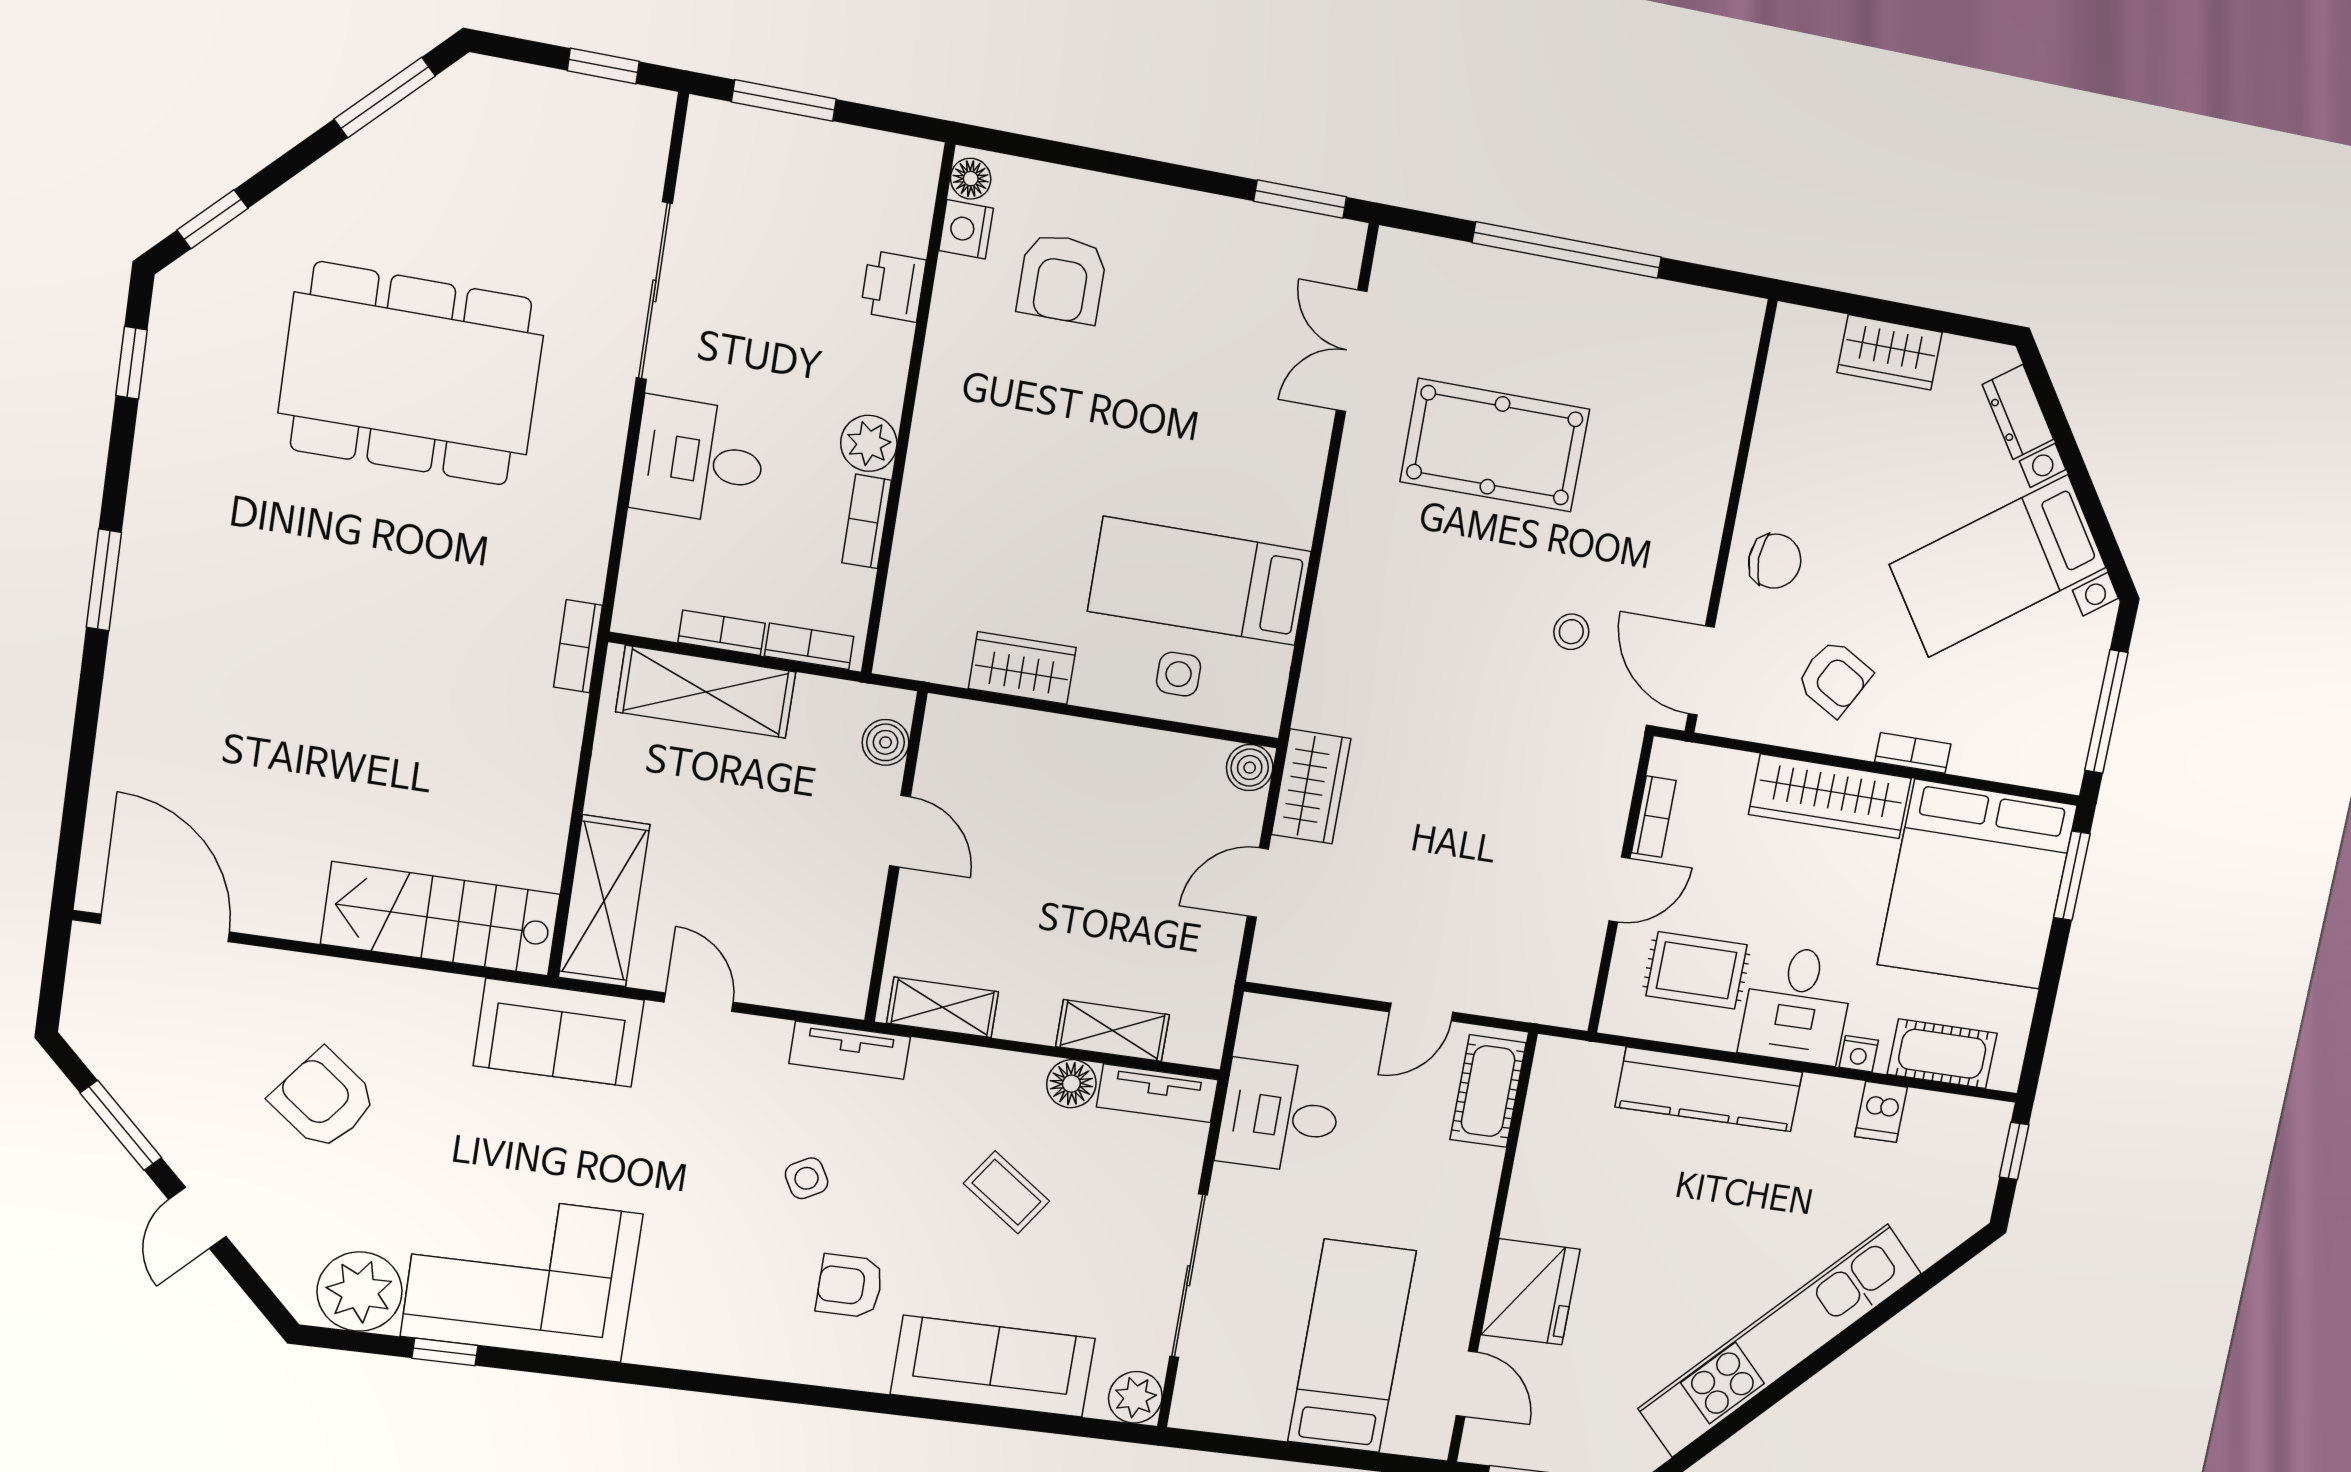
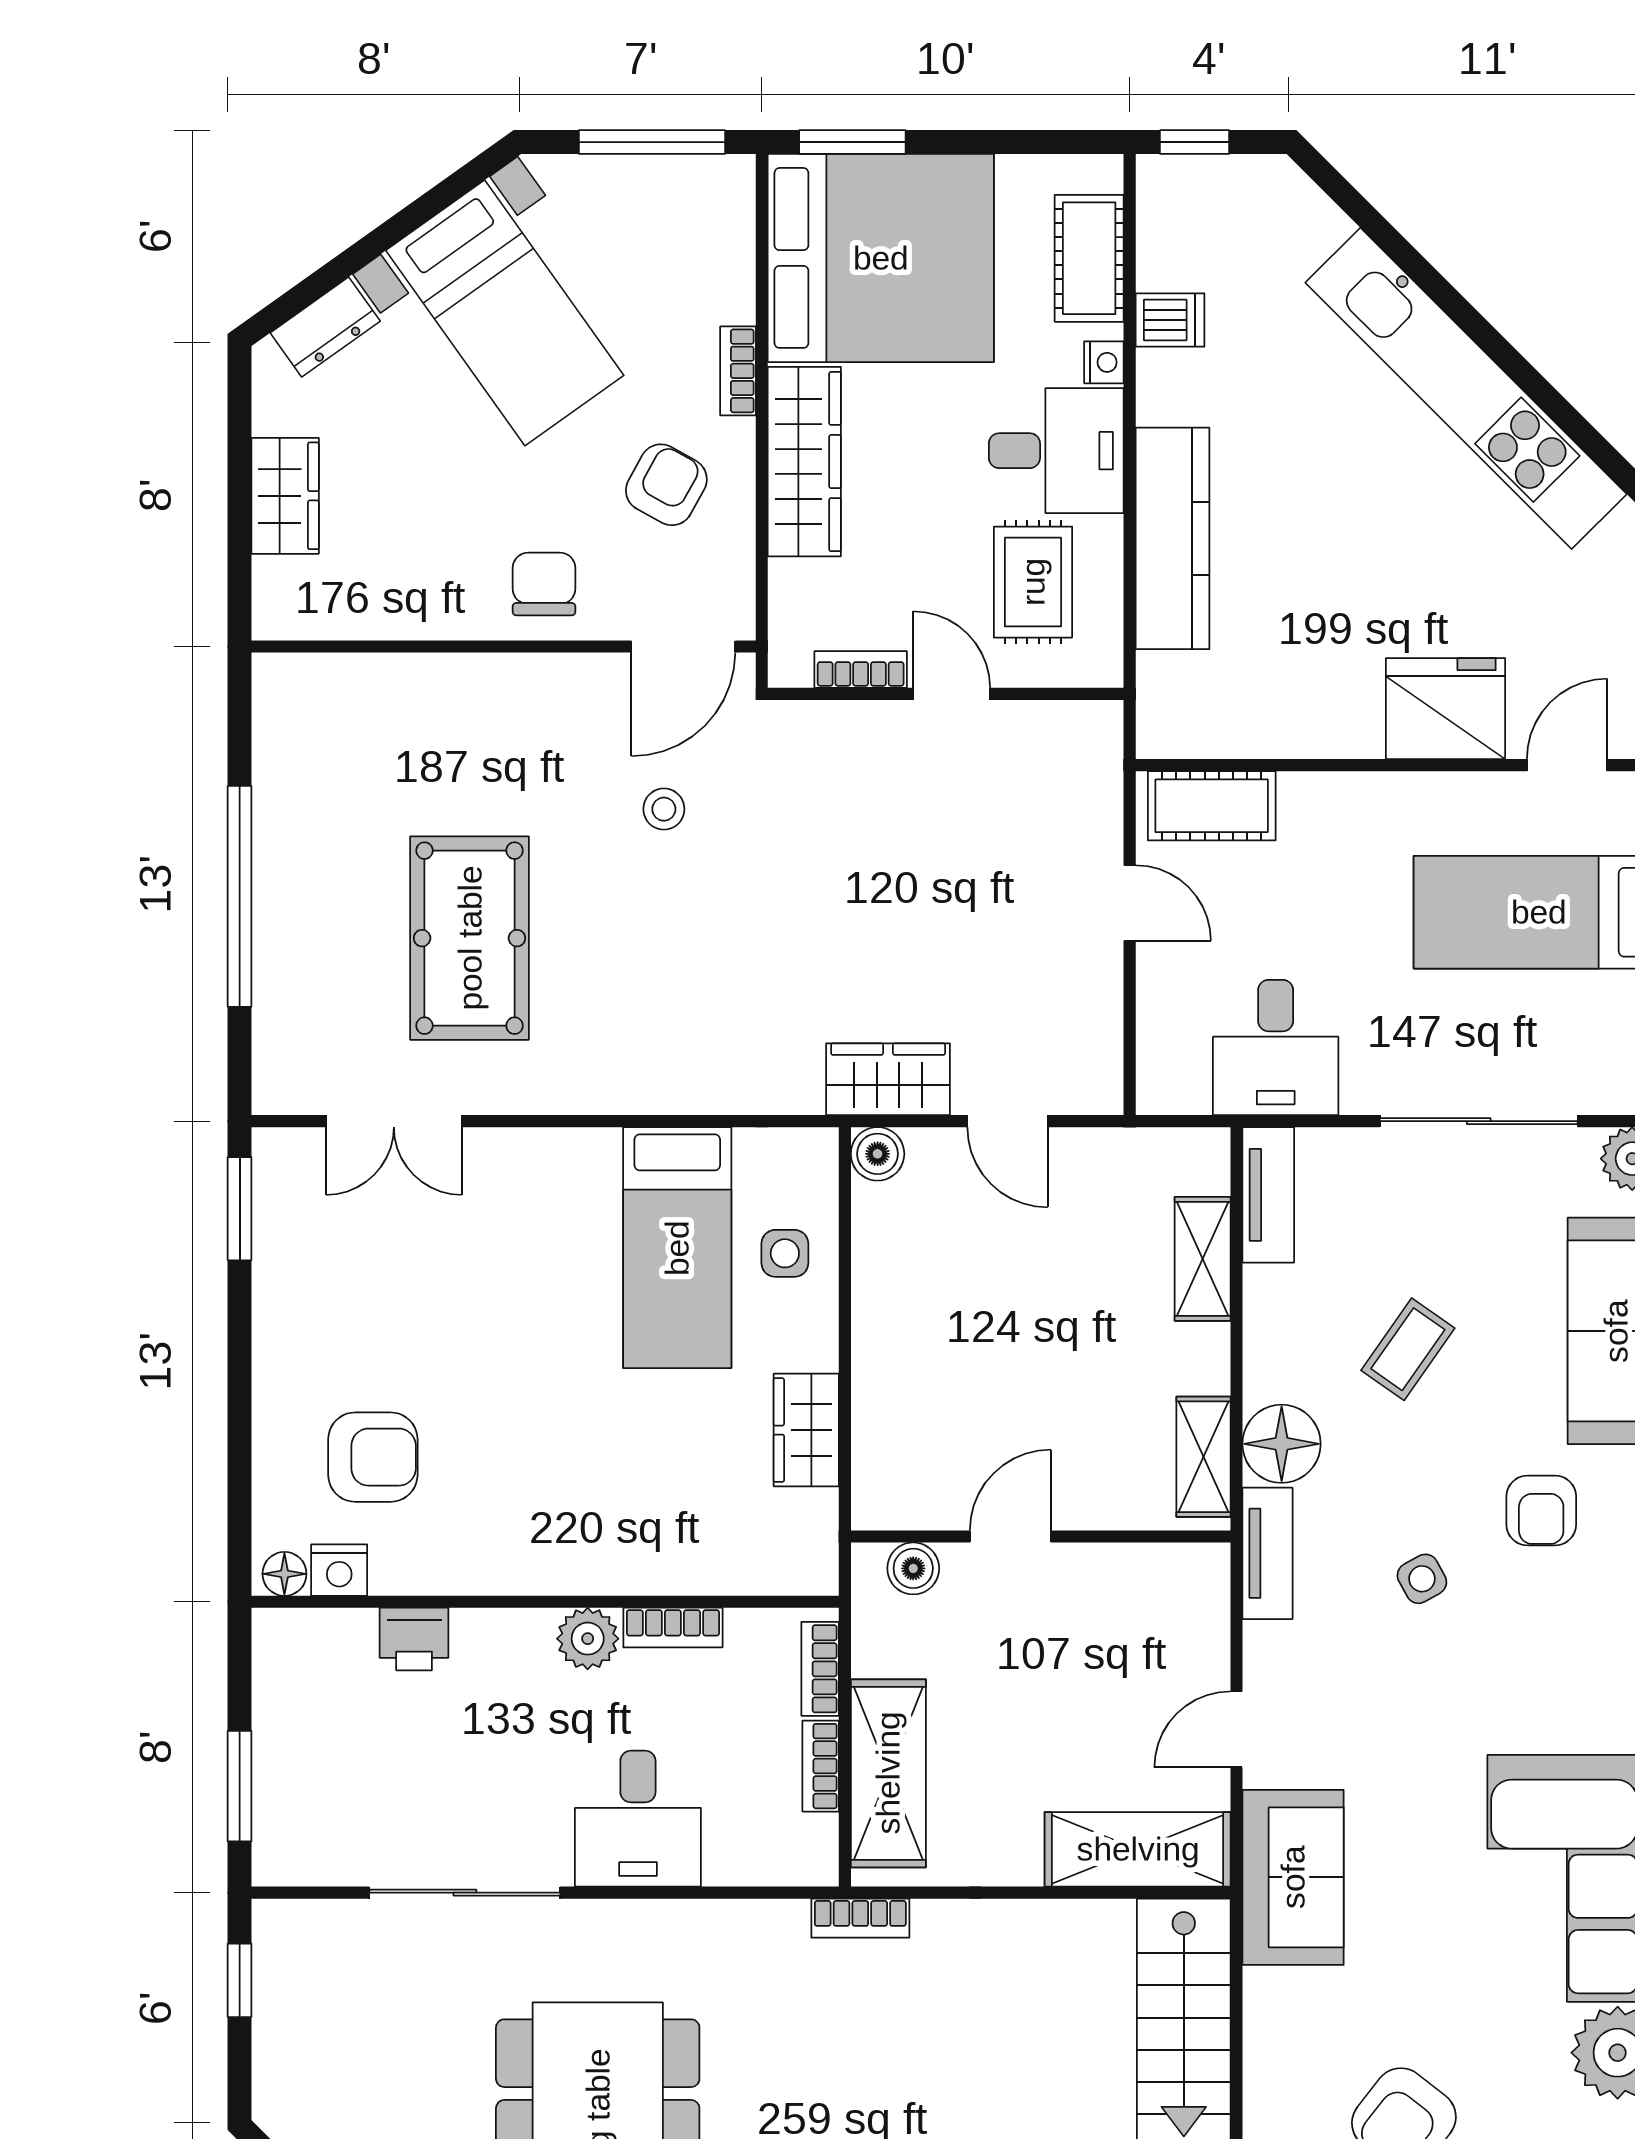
floor lamp: (1071, 1084) -> (1282, 1444), moved, width x1.38, depth x1.38

